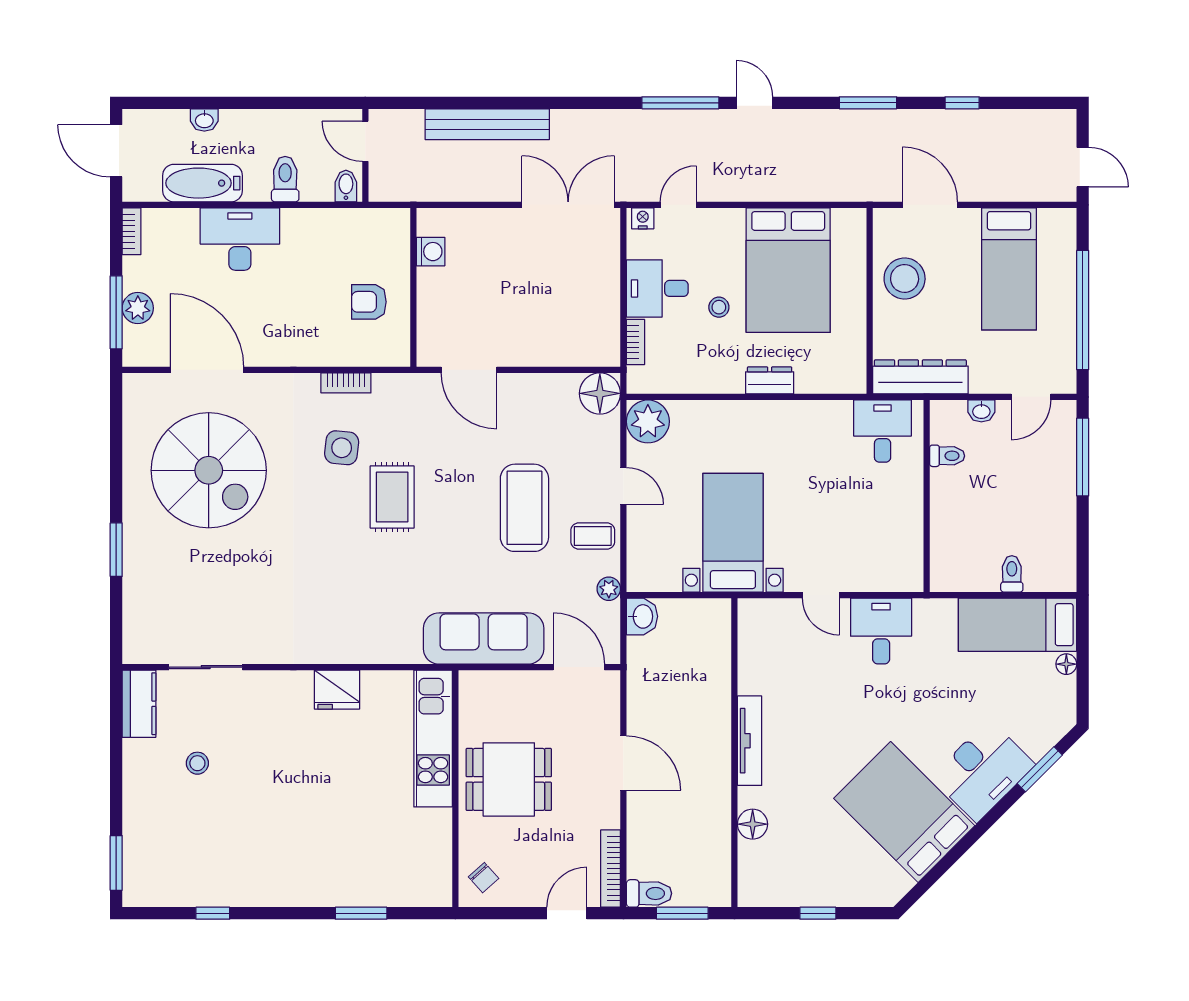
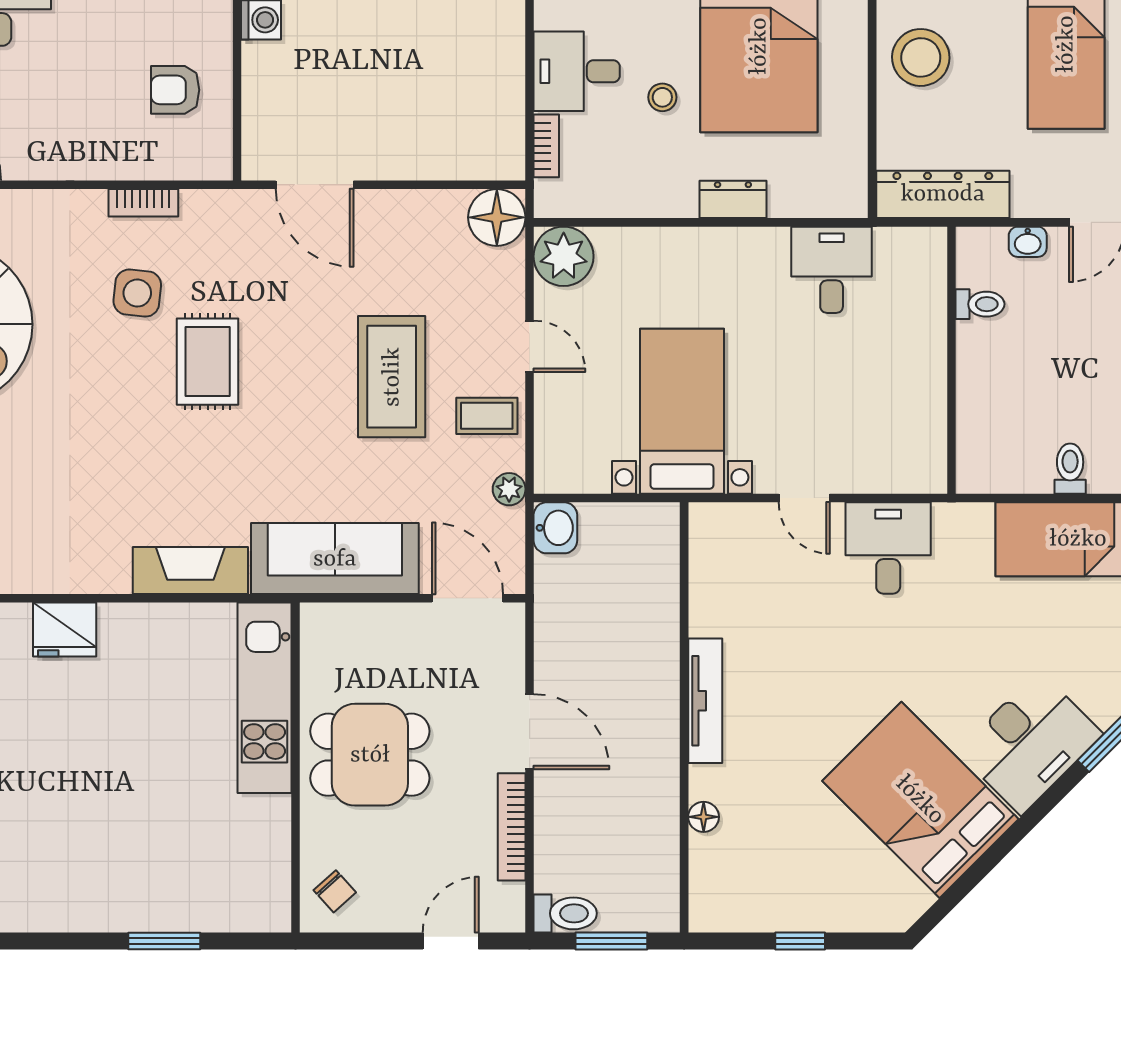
desk: (883, 431) -> (832, 270), moved
fireplace: (380, 647) -> (190, 571), added
fridge: (337, 690) -> (65, 630), moved
floor lamp: (753, 824) -> (704, 817), width x0.73, depth x0.73
bookcase: (611, 869) -> (512, 827), moved

